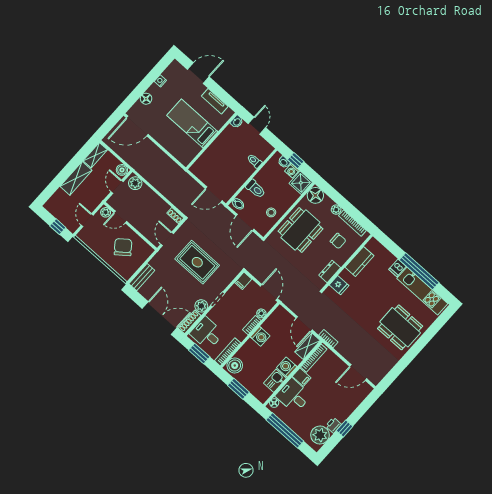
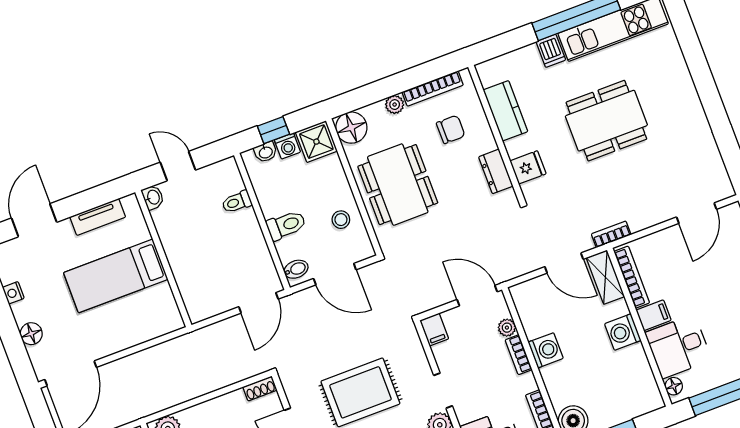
dining table: (400, 327) -> (606, 121), moved
kitchen sink: (275, 381) -> (636, 365), removed

